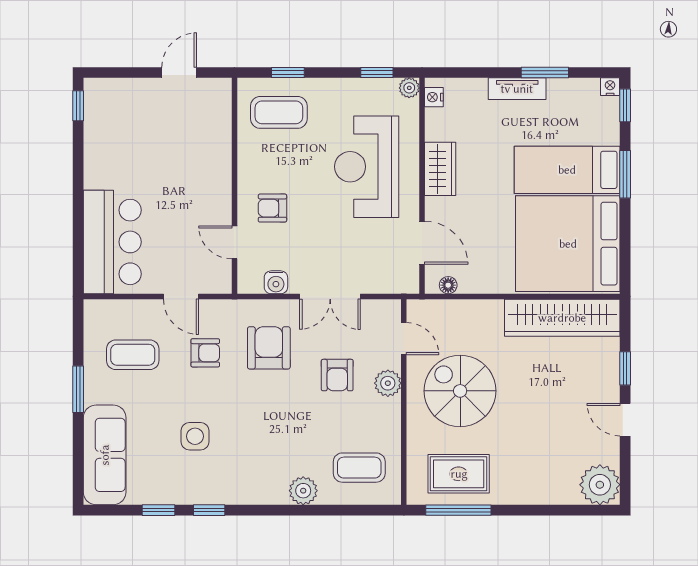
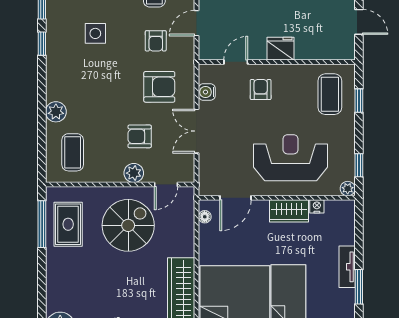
nightstand: (434, 97) -> (317, 206), moved
fridge: (216, 181) -> (281, 49), added

